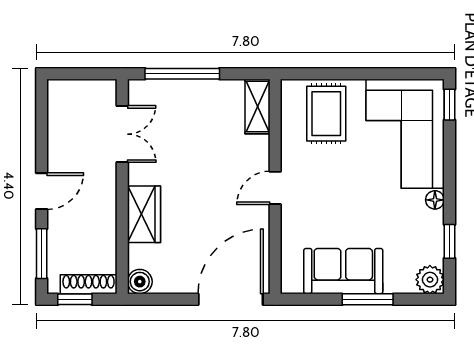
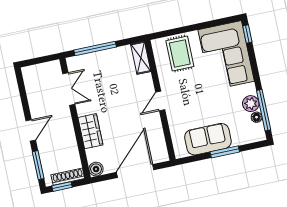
floor lamp: (435, 200) -> (257, 117), moved
window: (450, 241) -> (264, 110), width x2.17
plant: (430, 280) -> (251, 104), moved
door: (231, 299) -> (135, 171), moved

